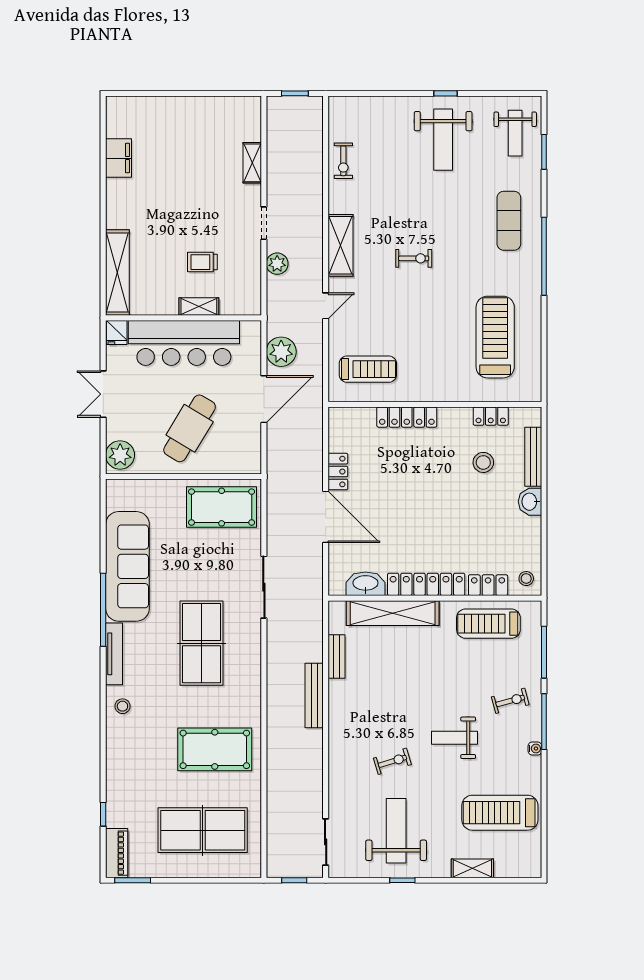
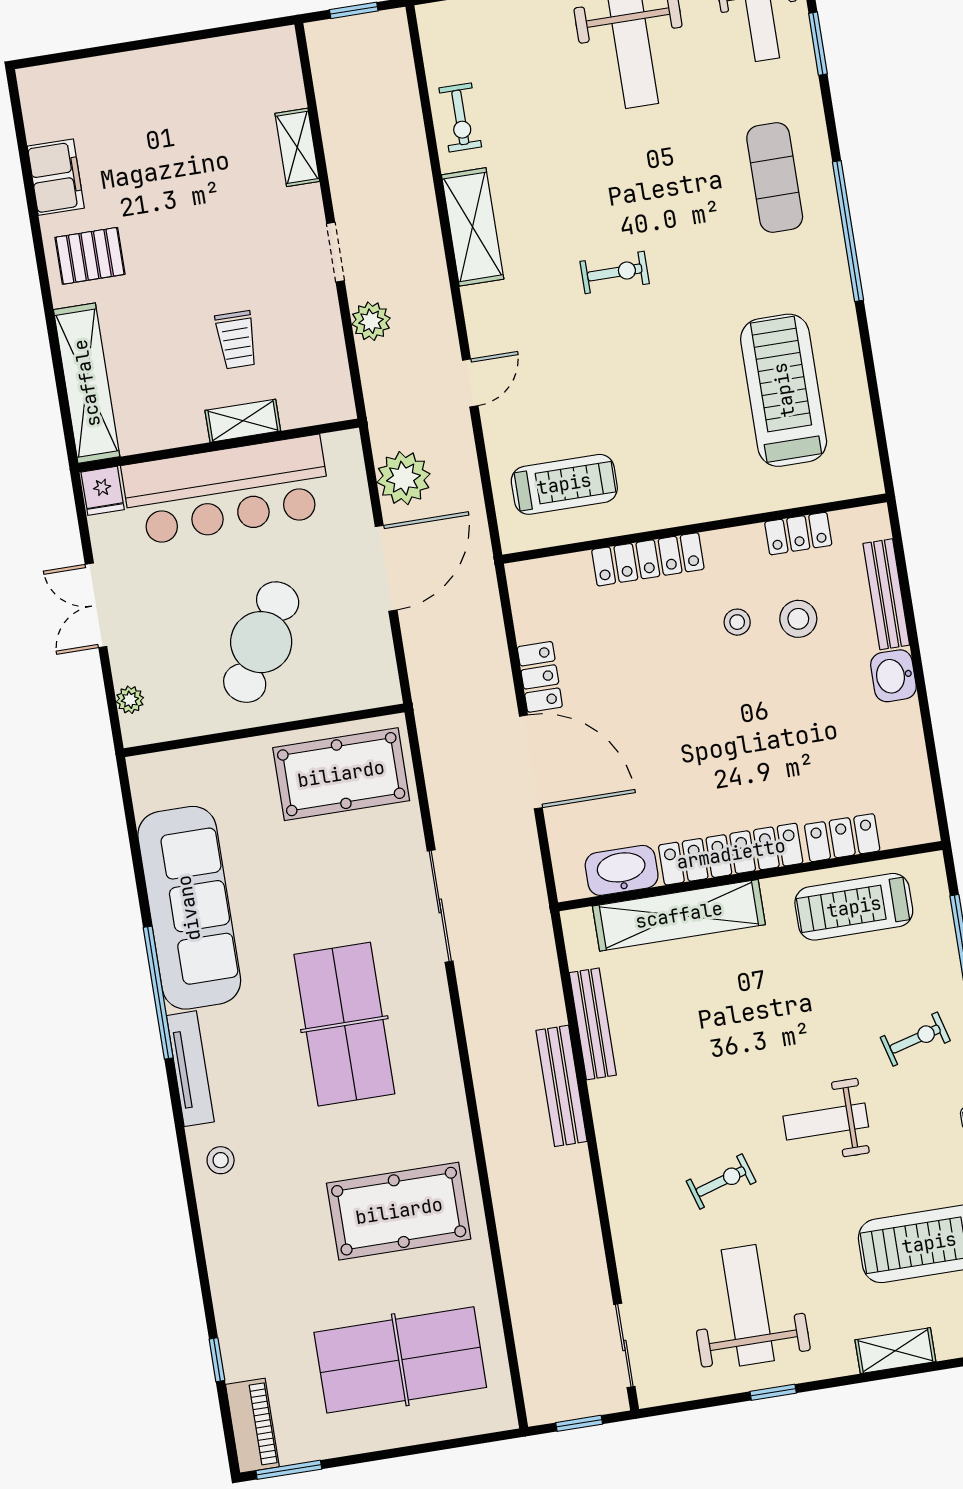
pallet: (130, 204) -> (90, 256), added
shelving: (341, 245) -> (473, 227), moved
trolley: (202, 262) -> (236, 340), turned -90
plant: (120, 455) -> (130, 700), width x0.53, depth x0.53
stool: (526, 579) -> (737, 622), moved
bench: (336, 657) -> (593, 1024), width x1.36

